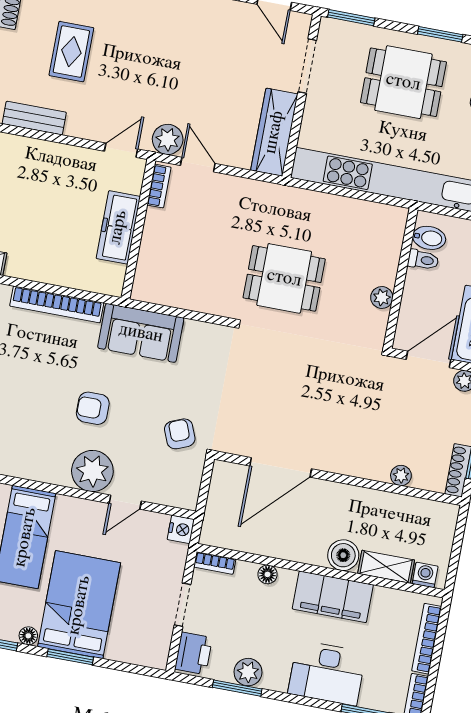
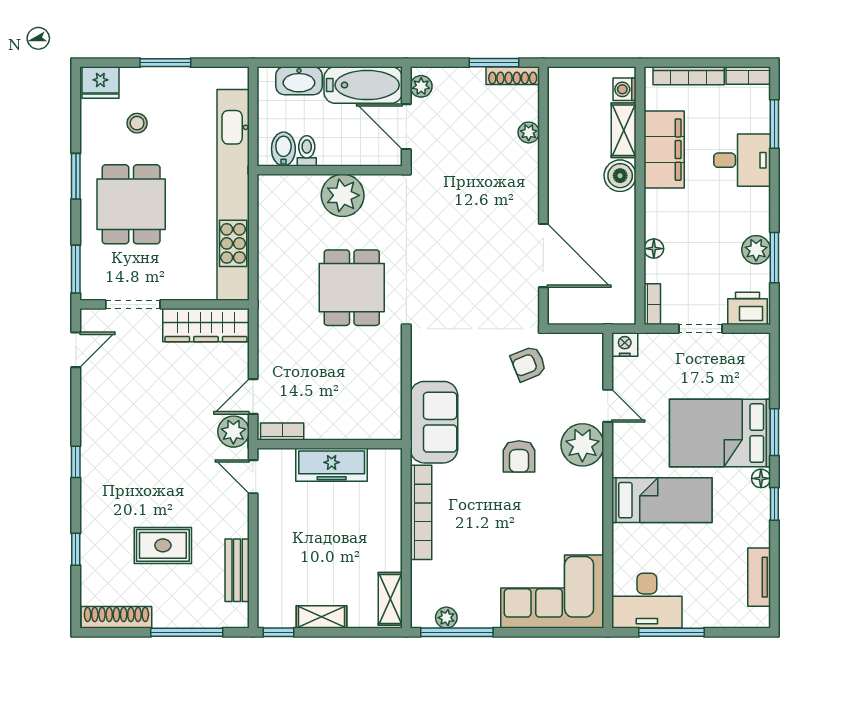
plant: (382, 297) -> (343, 195), width x1.88, depth x1.88
filing cabinet: (333, 597) -> (664, 150), moved
desk: (327, 673) -> (742, 160), width x0.73

